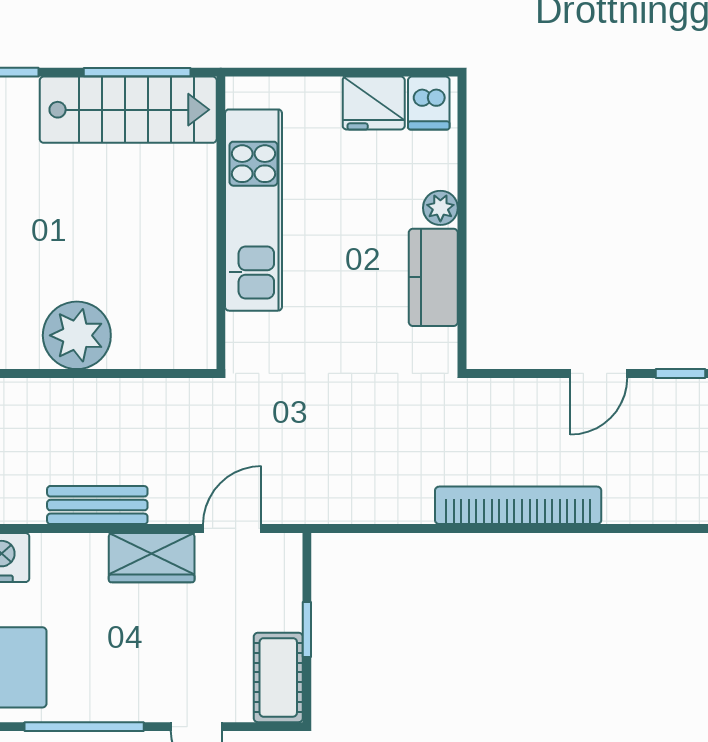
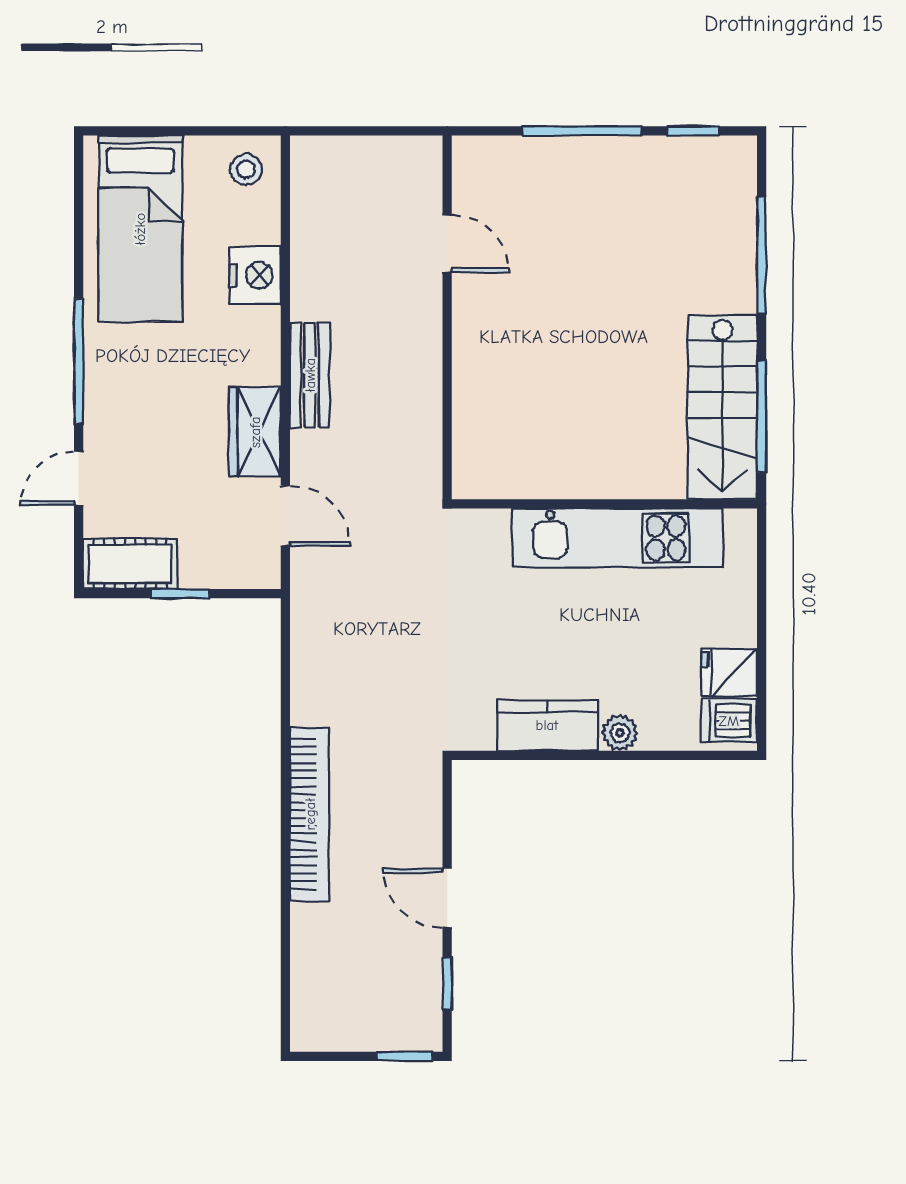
fridge: (374, 103) -> (729, 672), width x0.72
plant: (77, 335) -> (487, 354), removed

